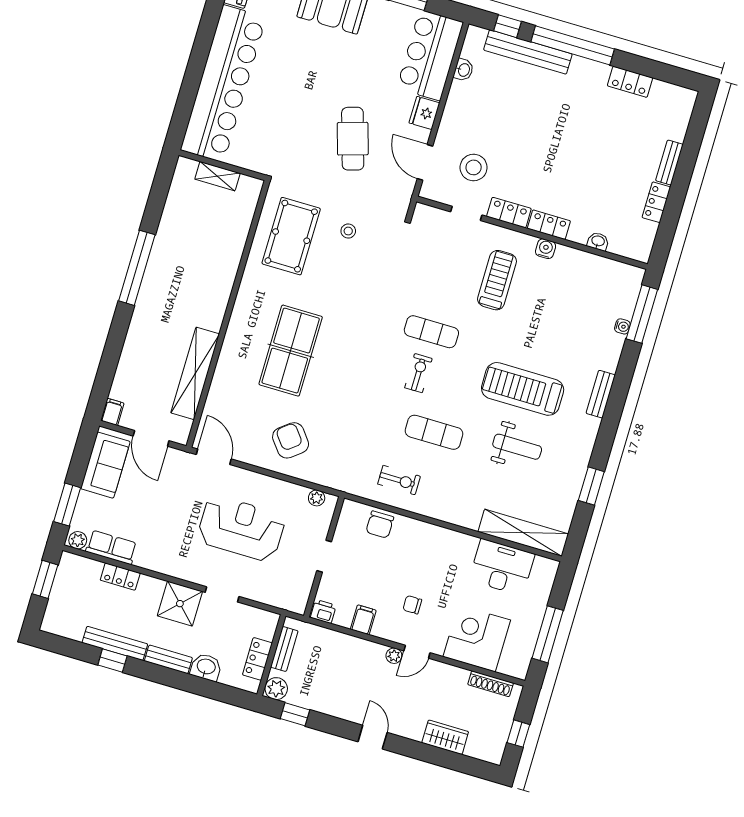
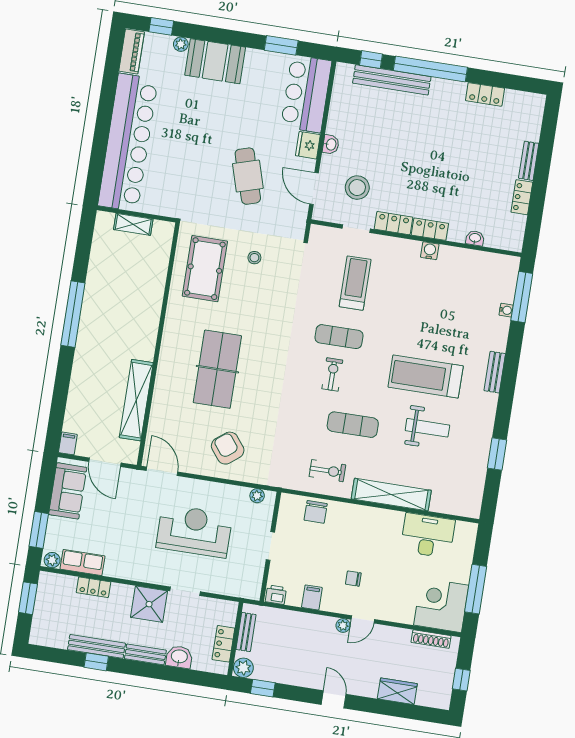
washbasin: (464, 70) -> (331, 144), moved
treadmill: (497, 280) -> (355, 283), moved
shelving: (523, 533) -> (391, 495), moved
corner desk: (477, 638) -> (441, 605), moved

